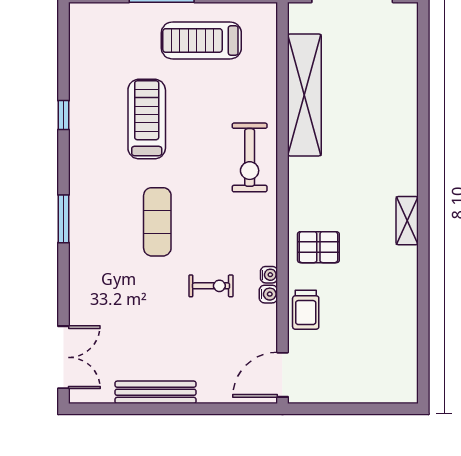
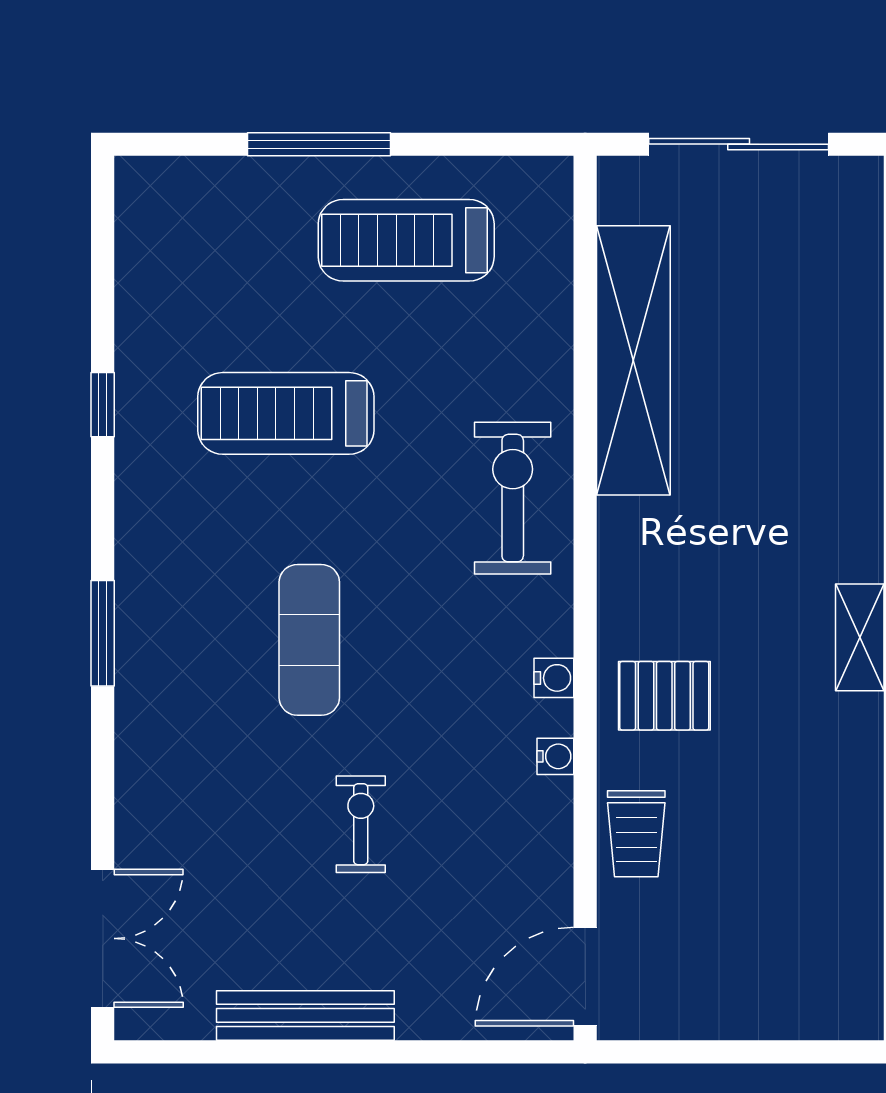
treadmill: (147, 119) -> (286, 413), turned -90
exercise bike: (250, 157) -> (513, 498), turned 180
exercise bike: (211, 286) -> (361, 824), moved, turned -90
water cooler: (268, 294) -> (554, 678), moved

